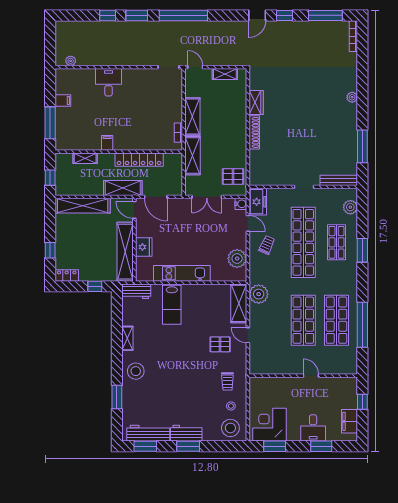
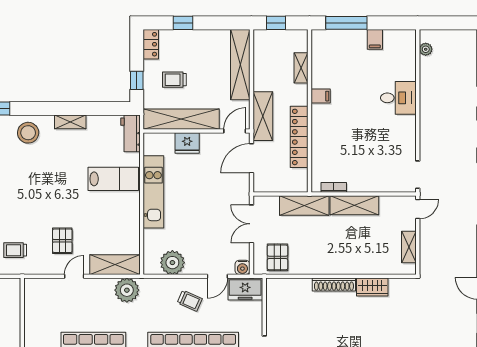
trolley: (94, 257) -> (174, 80), added
lab bench: (172, 305) -> (113, 179), turned 180

